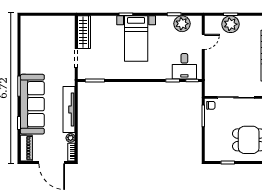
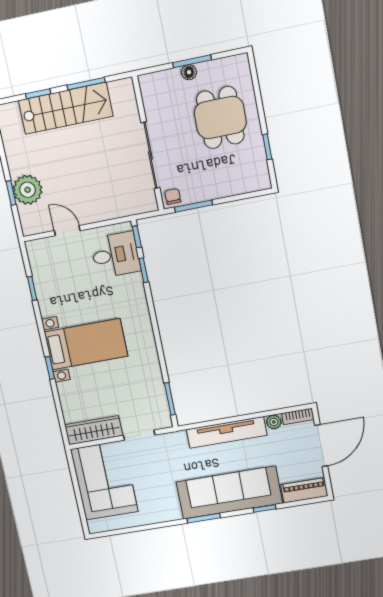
plant: (182, 24) -> (45, 272), removed
corner sofa: (52, 32) -> (104, 481), added

